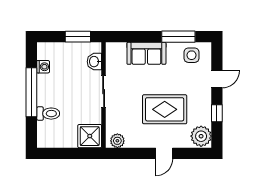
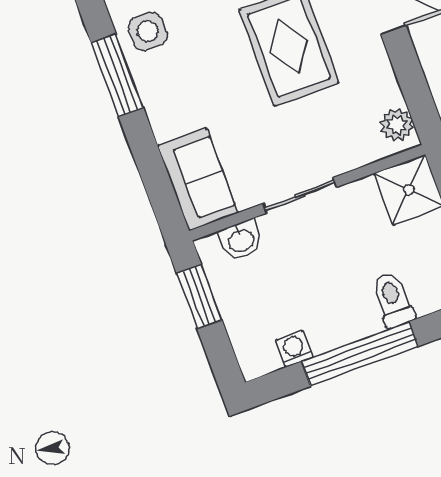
sofa: (146, 53) -> (198, 179), moved

